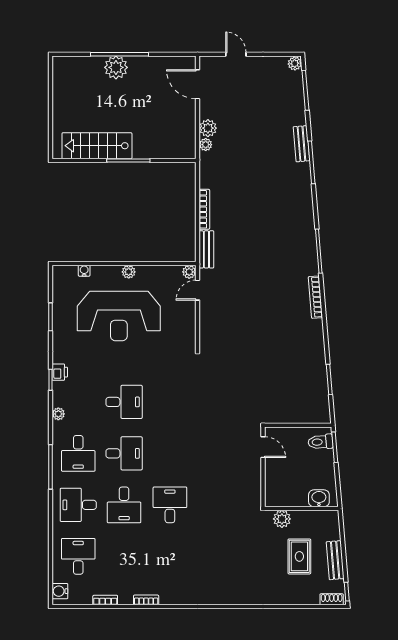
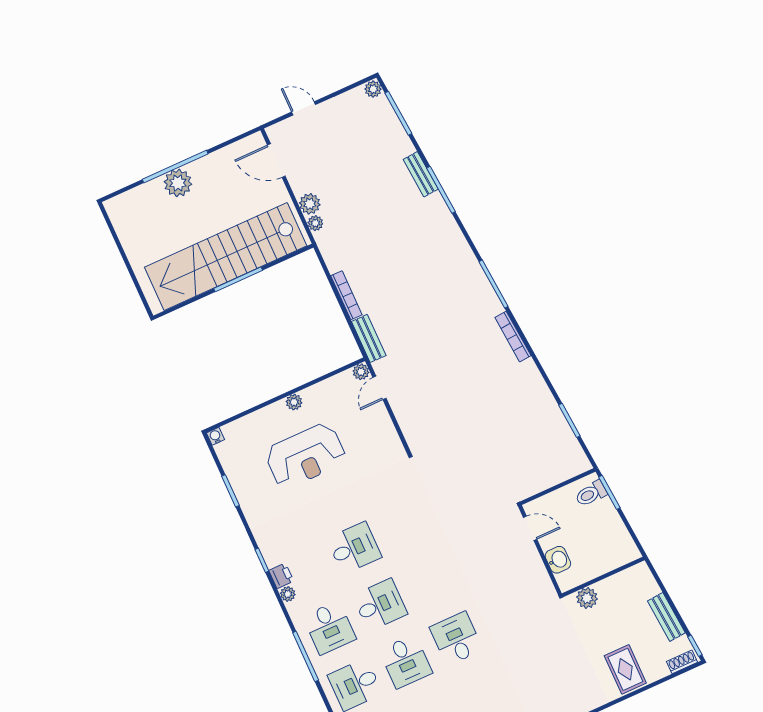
stairs: (97, 146) -> (226, 257), width x1.86, depth x1.51
water cooler: (84, 271) -> (215, 436), moved
reception desk: (119, 316) -> (305, 456), width x0.74, depth x0.77
printer: (60, 372) -> (281, 576), moved
washbasin: (319, 498) -> (558, 560), moved, turned 90
rug: (299, 556) -> (625, 669), moved

